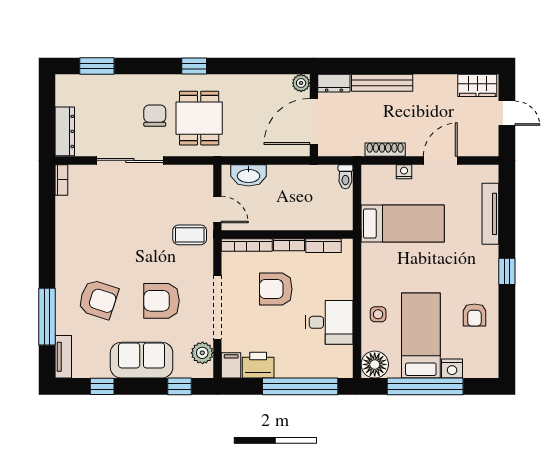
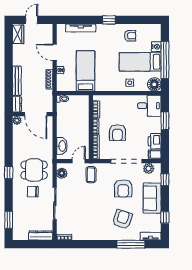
floor lamp: (192, 175) -> (62, 173), added
desk: (329, 322) -> (149, 106), moved, turned 90
window: (300, 386) -> (165, 121), width x0.47

